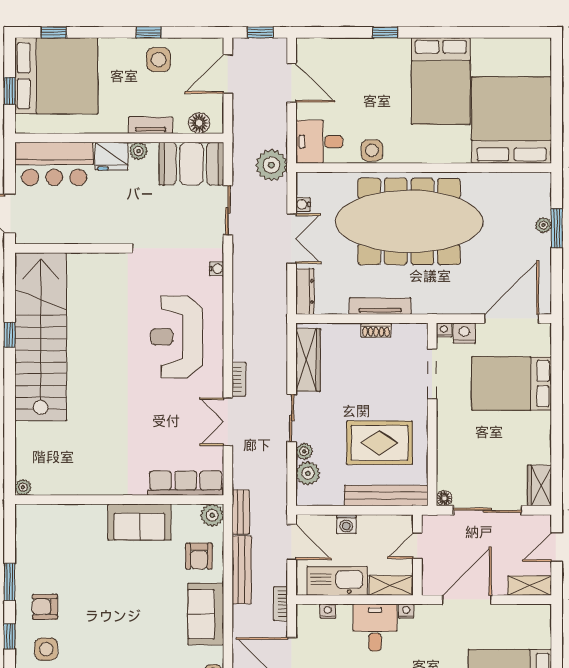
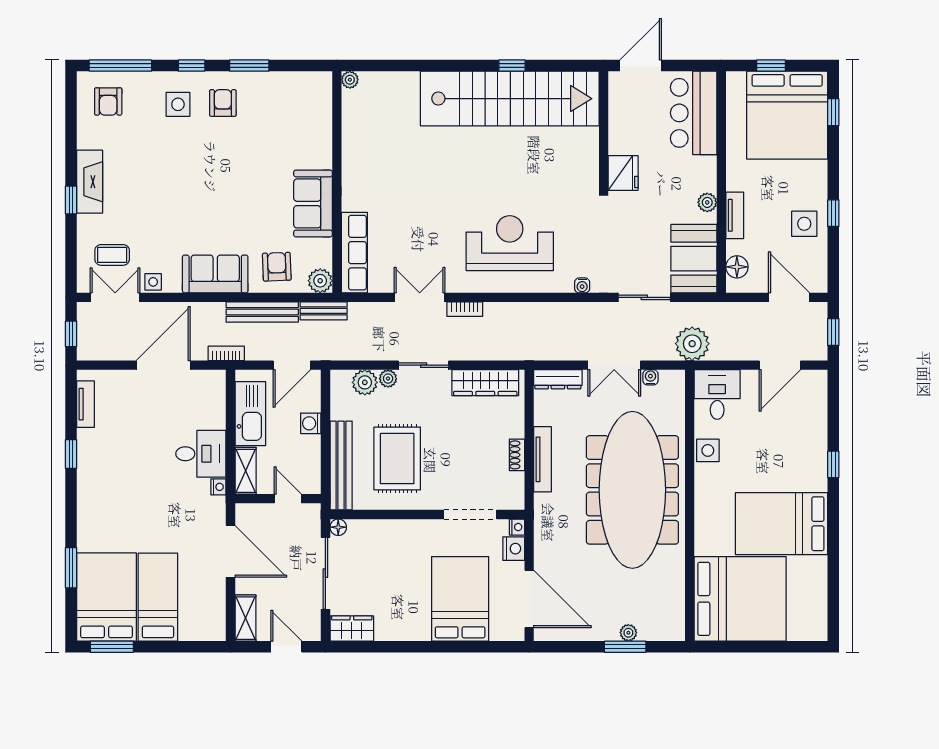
fridge: (111, 156) -> (623, 173), moved, turned 180
armchair: (199, 556) -> (277, 267), turned 88
nightstand: (328, 611) -> (218, 404), removed

